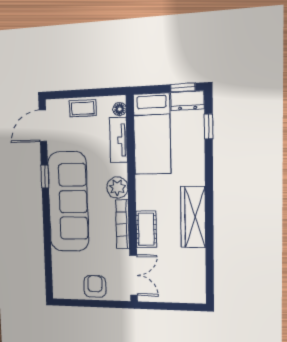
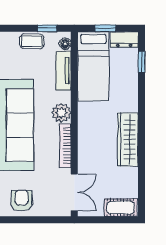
window: (183, 88) -> (105, 28), moved
window: (99, 92) -> (47, 28), added
cot: (146, 229) -> (121, 208), moved, turned 90
armchair: (95, 286) -> (22, 201), moved

